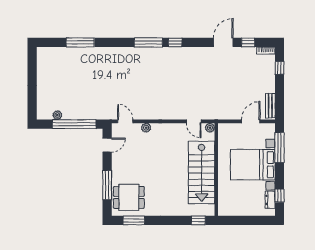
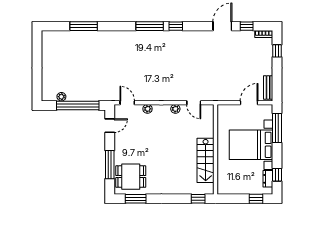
plant: (210, 128) -> (175, 109), moved
stairs: (202, 172) -> (206, 160), width x0.73, depth x0.66
window: (258, 220) -> (256, 199), added

